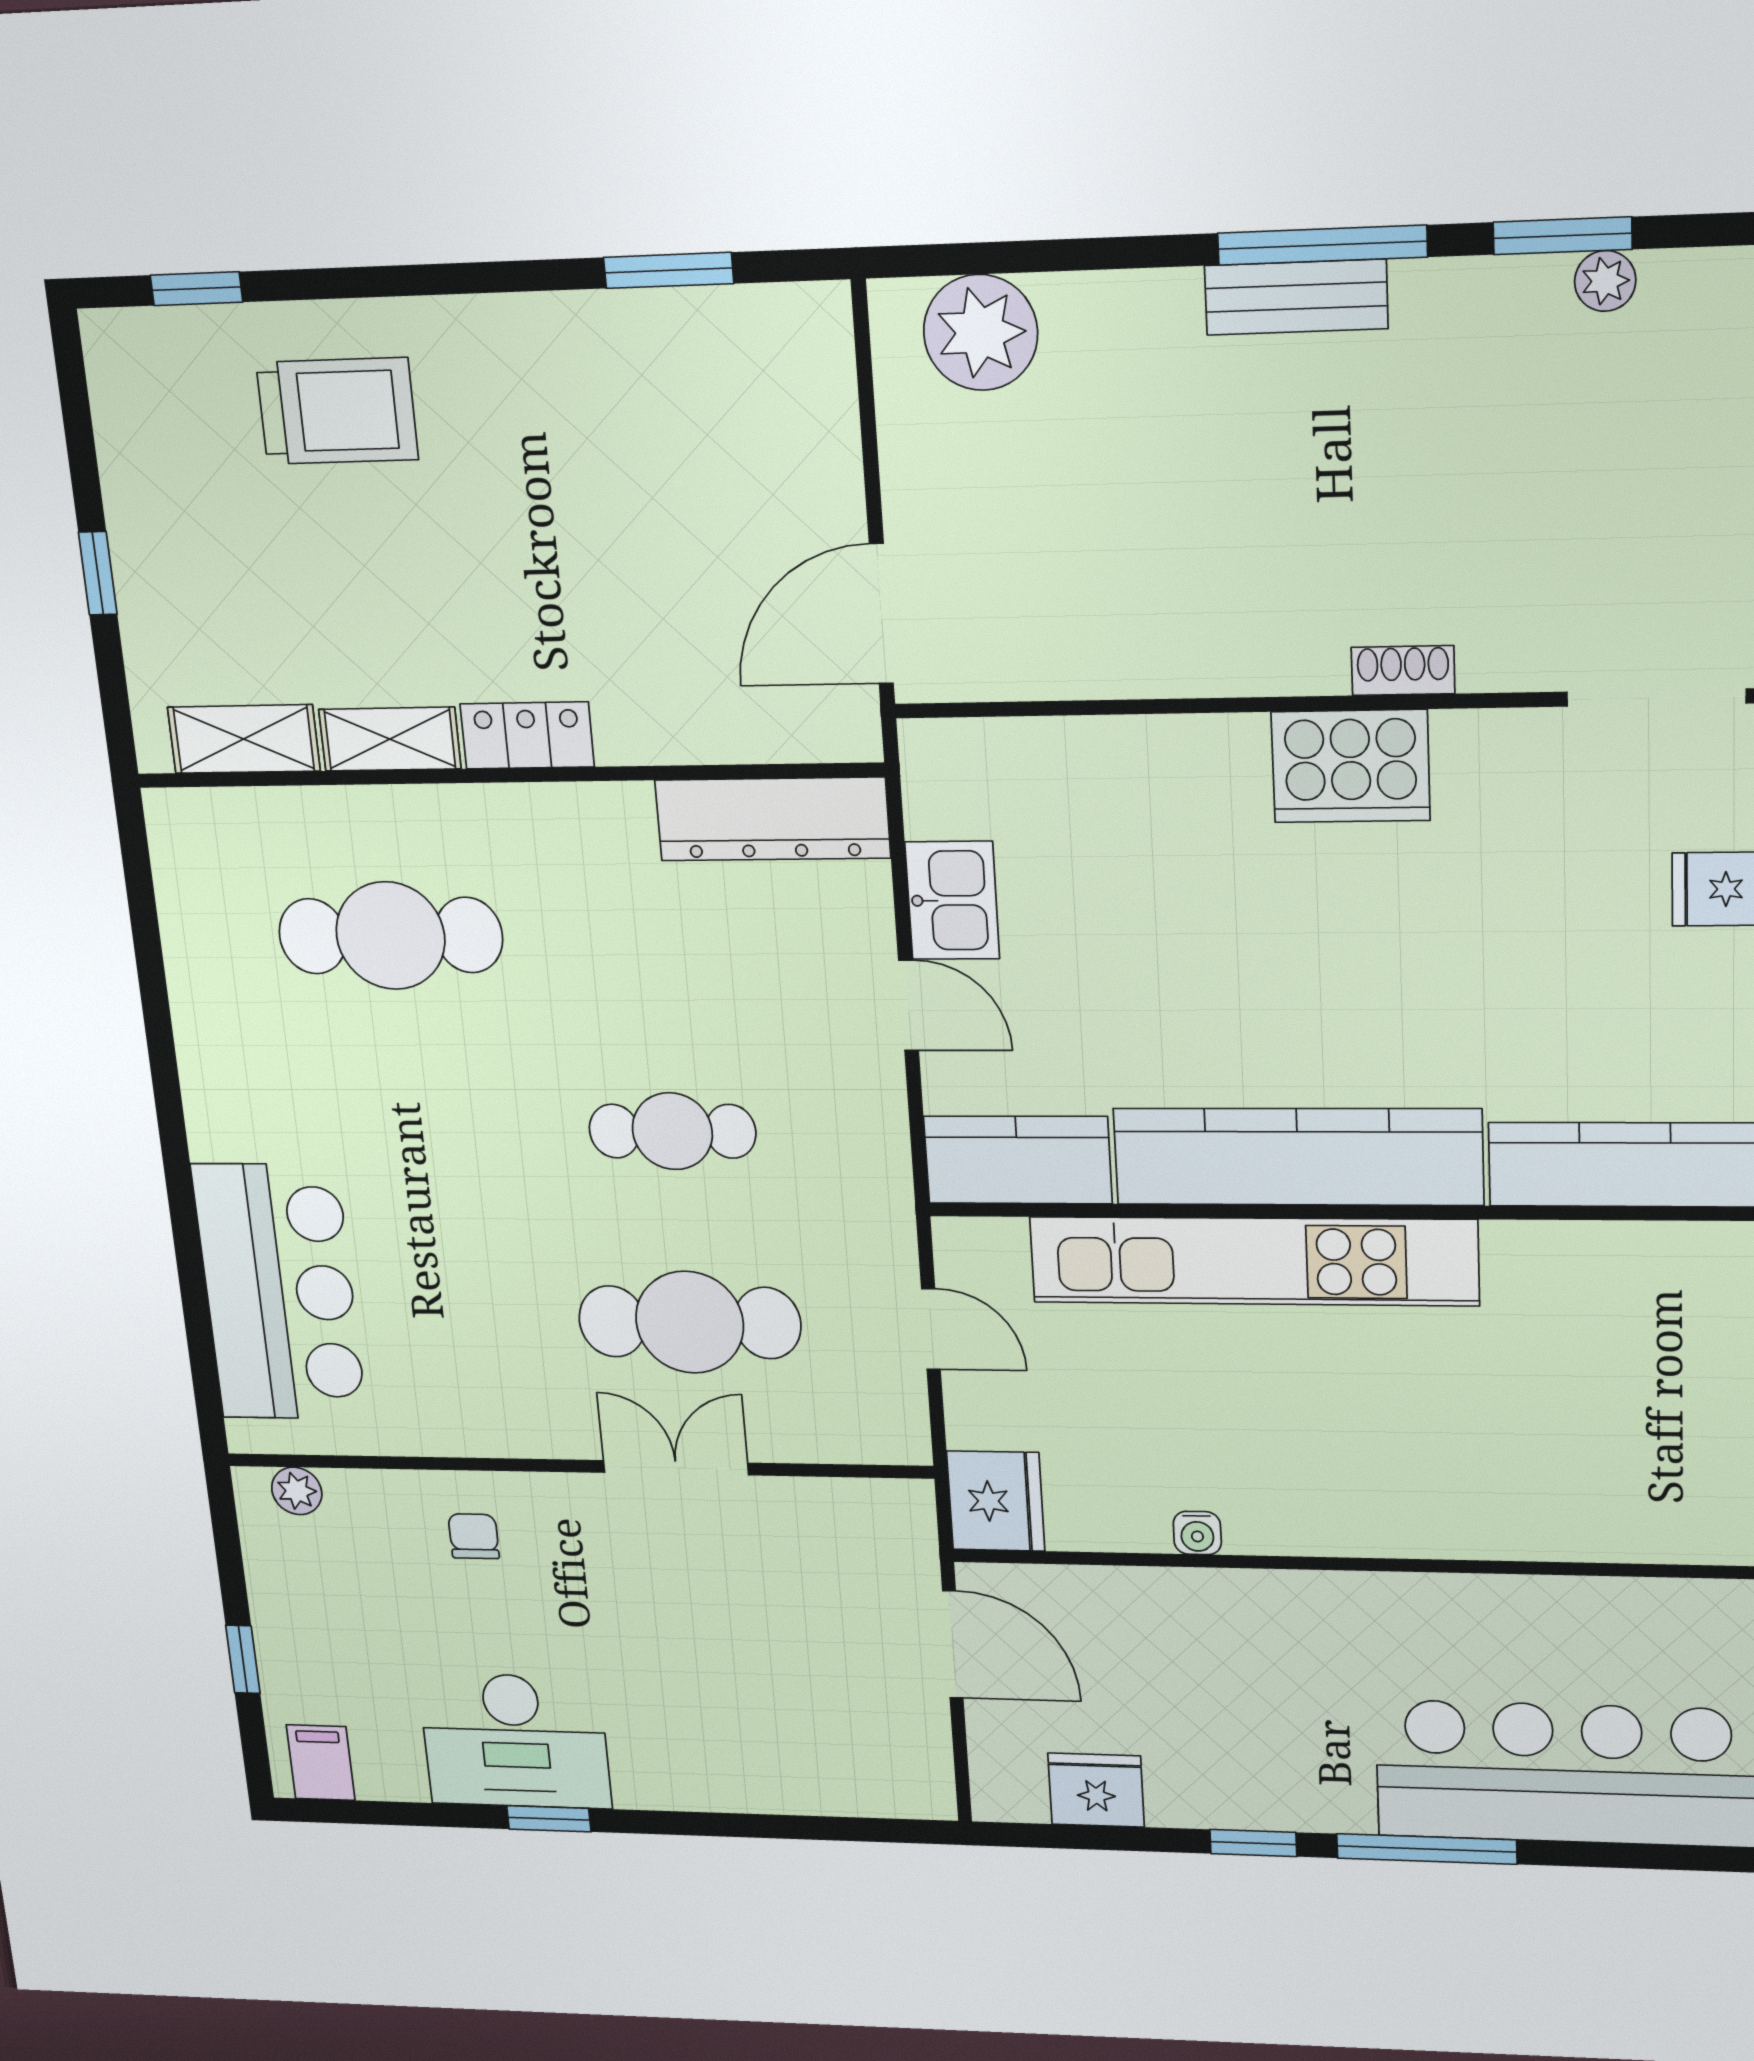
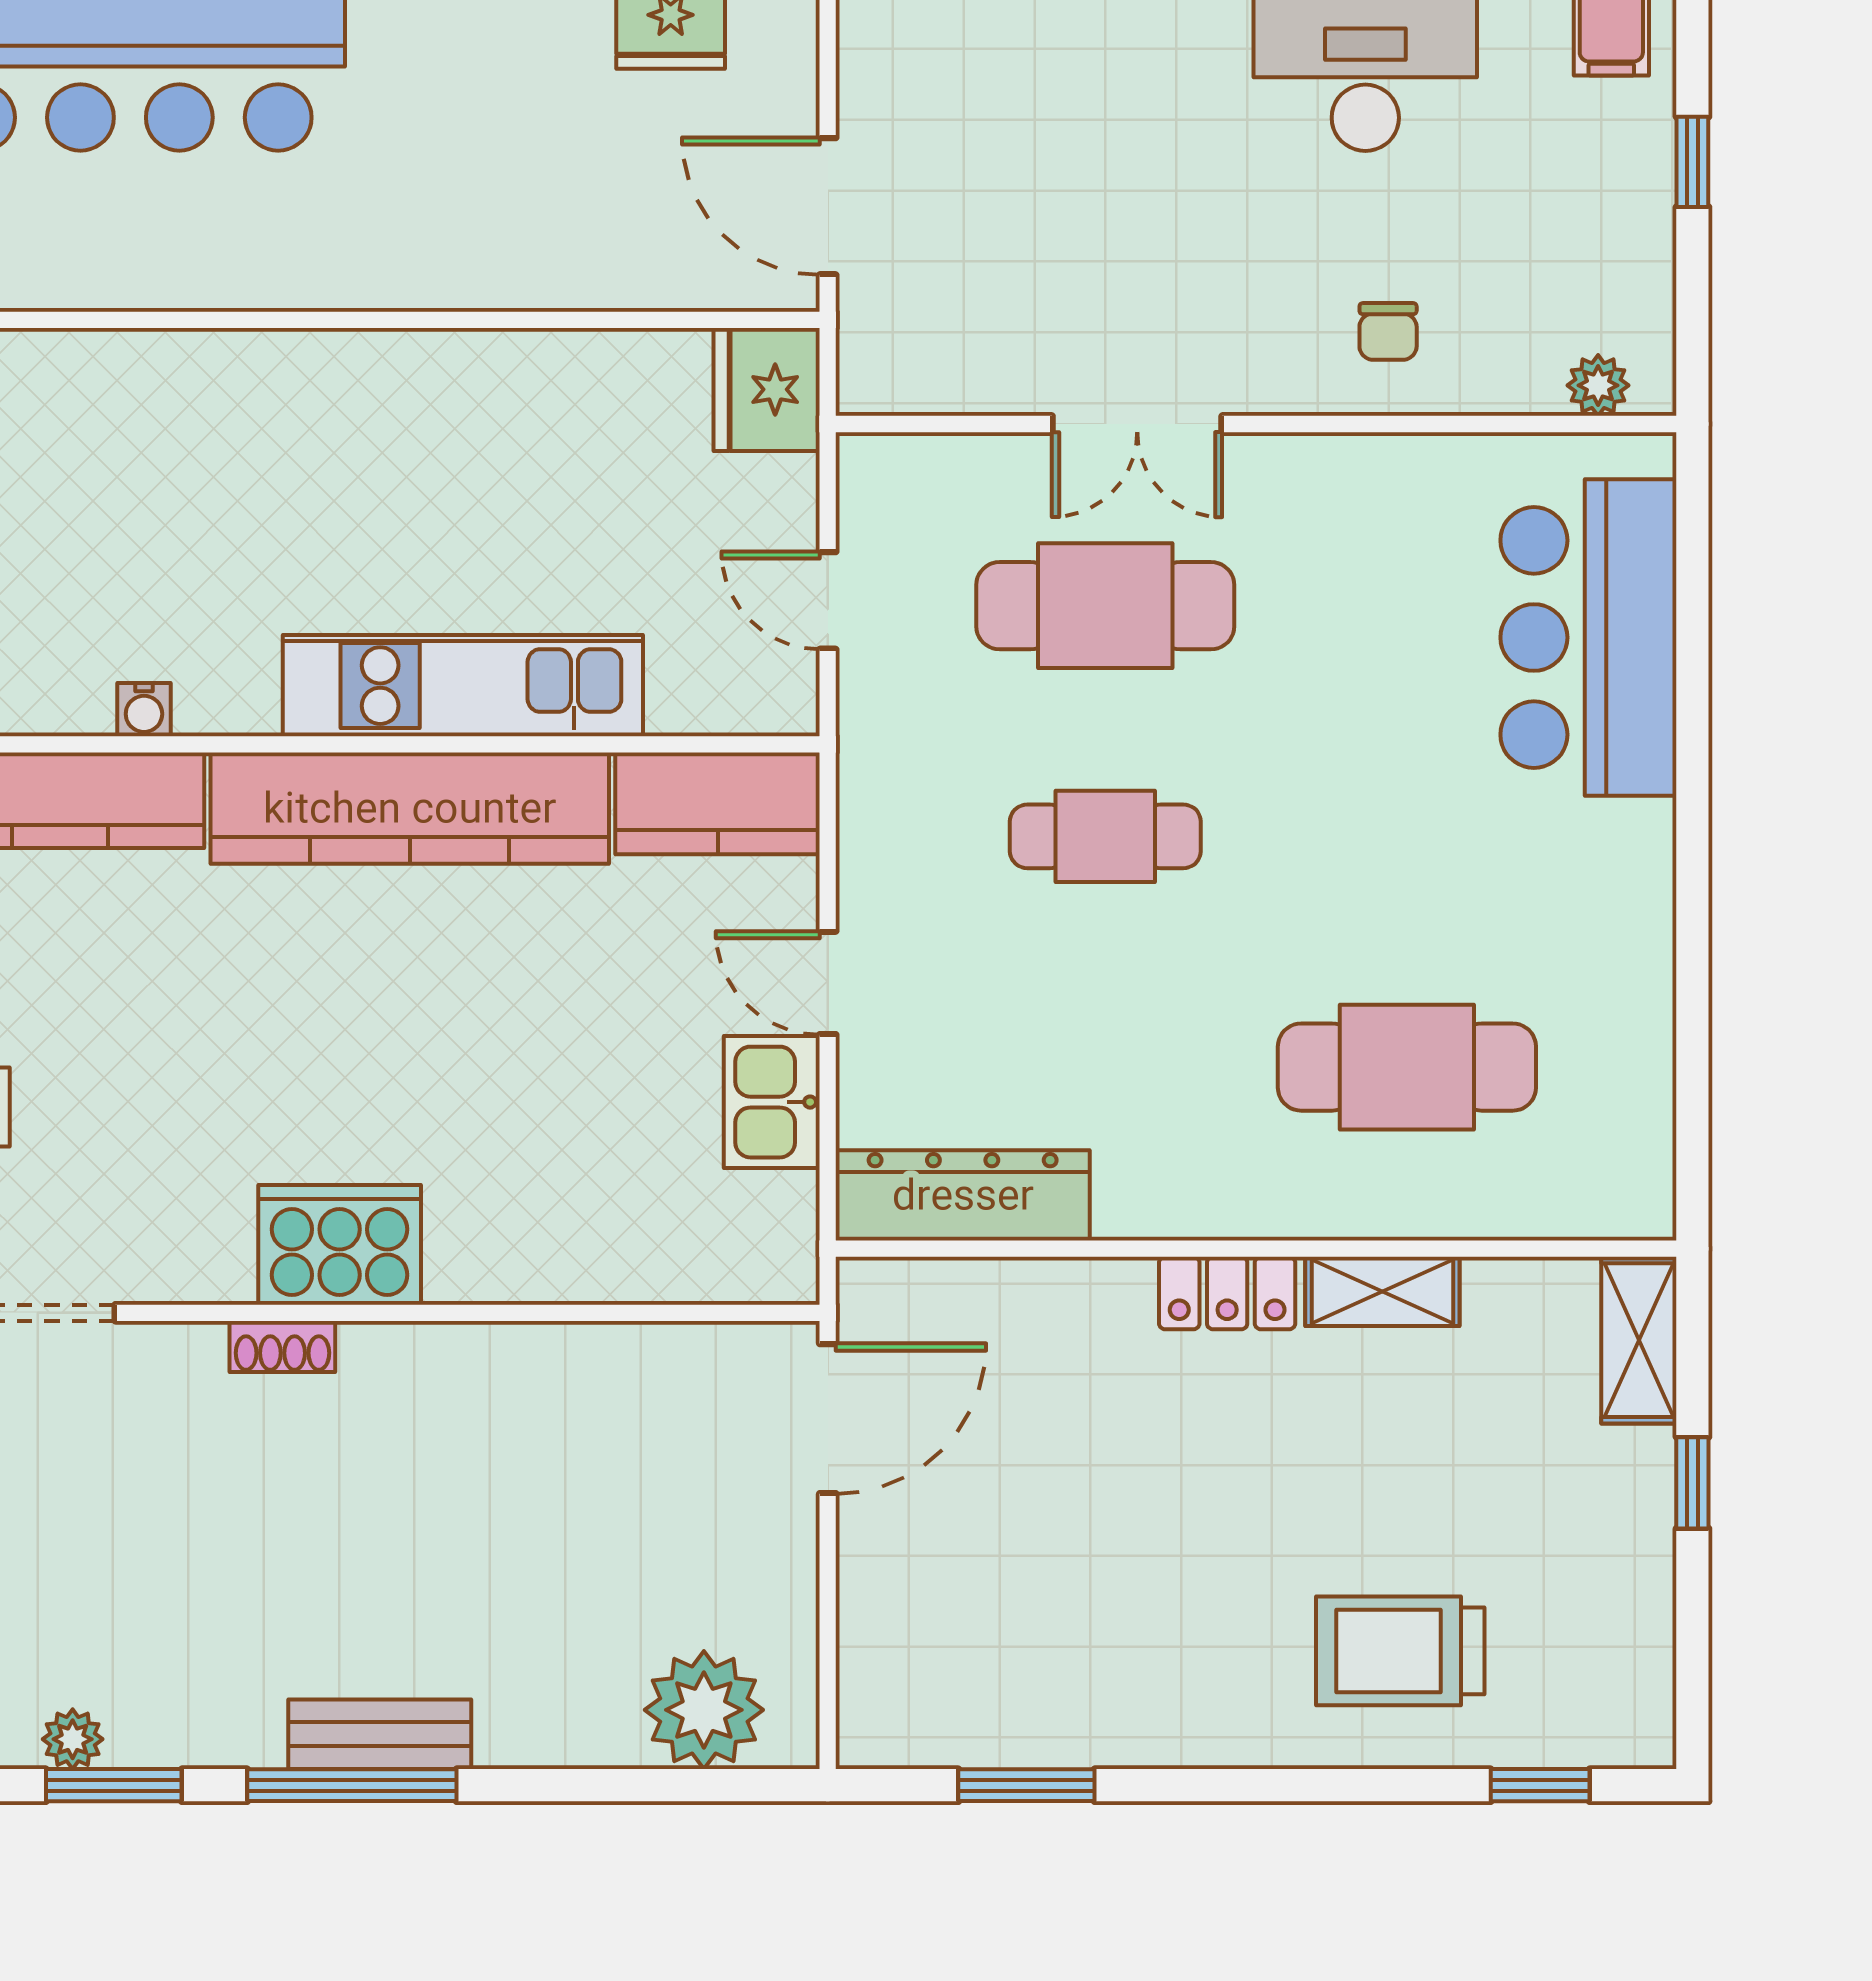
shelving: (244, 739) -> (1639, 1340), moved, turned 90
kitchen unit: (1253, 1261) -> (463, 686), width x0.73
water cooler: (1197, 1533) -> (144, 710), moved, turned 180

